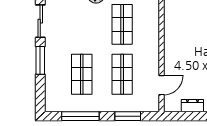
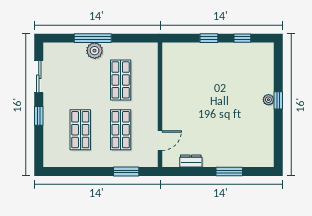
window: (40, 60) -> (39, 116), width x0.67
window: (80, 116) -> (79, 171), removed

